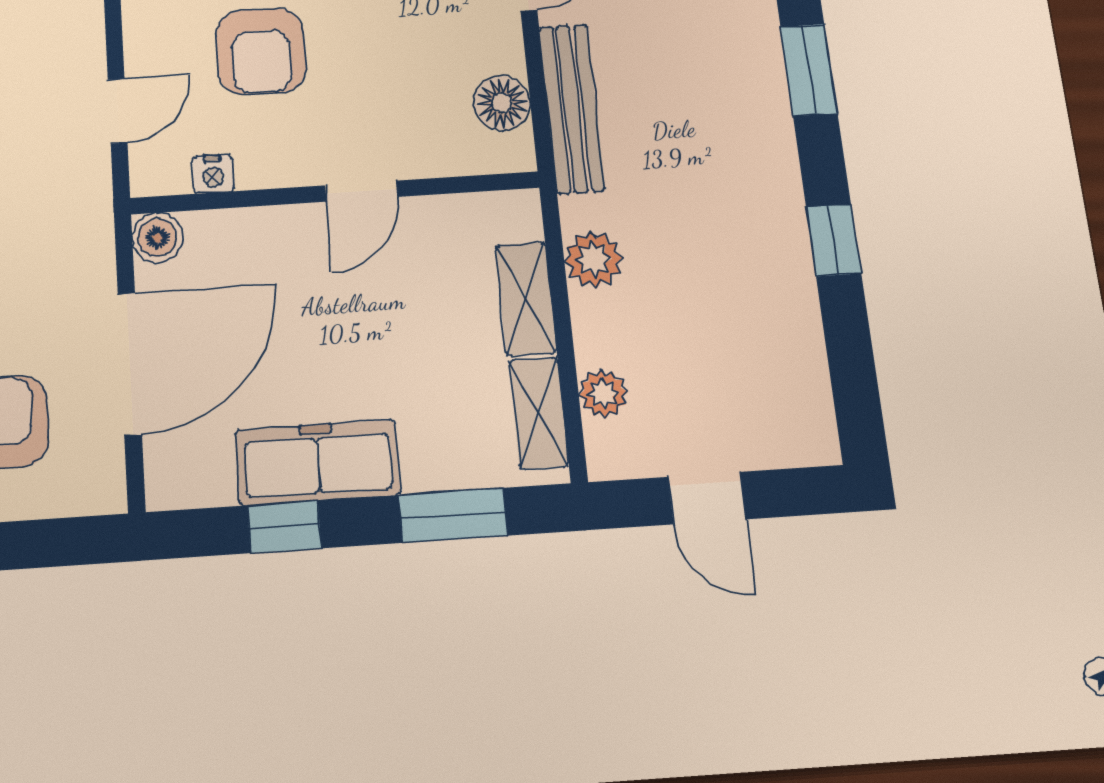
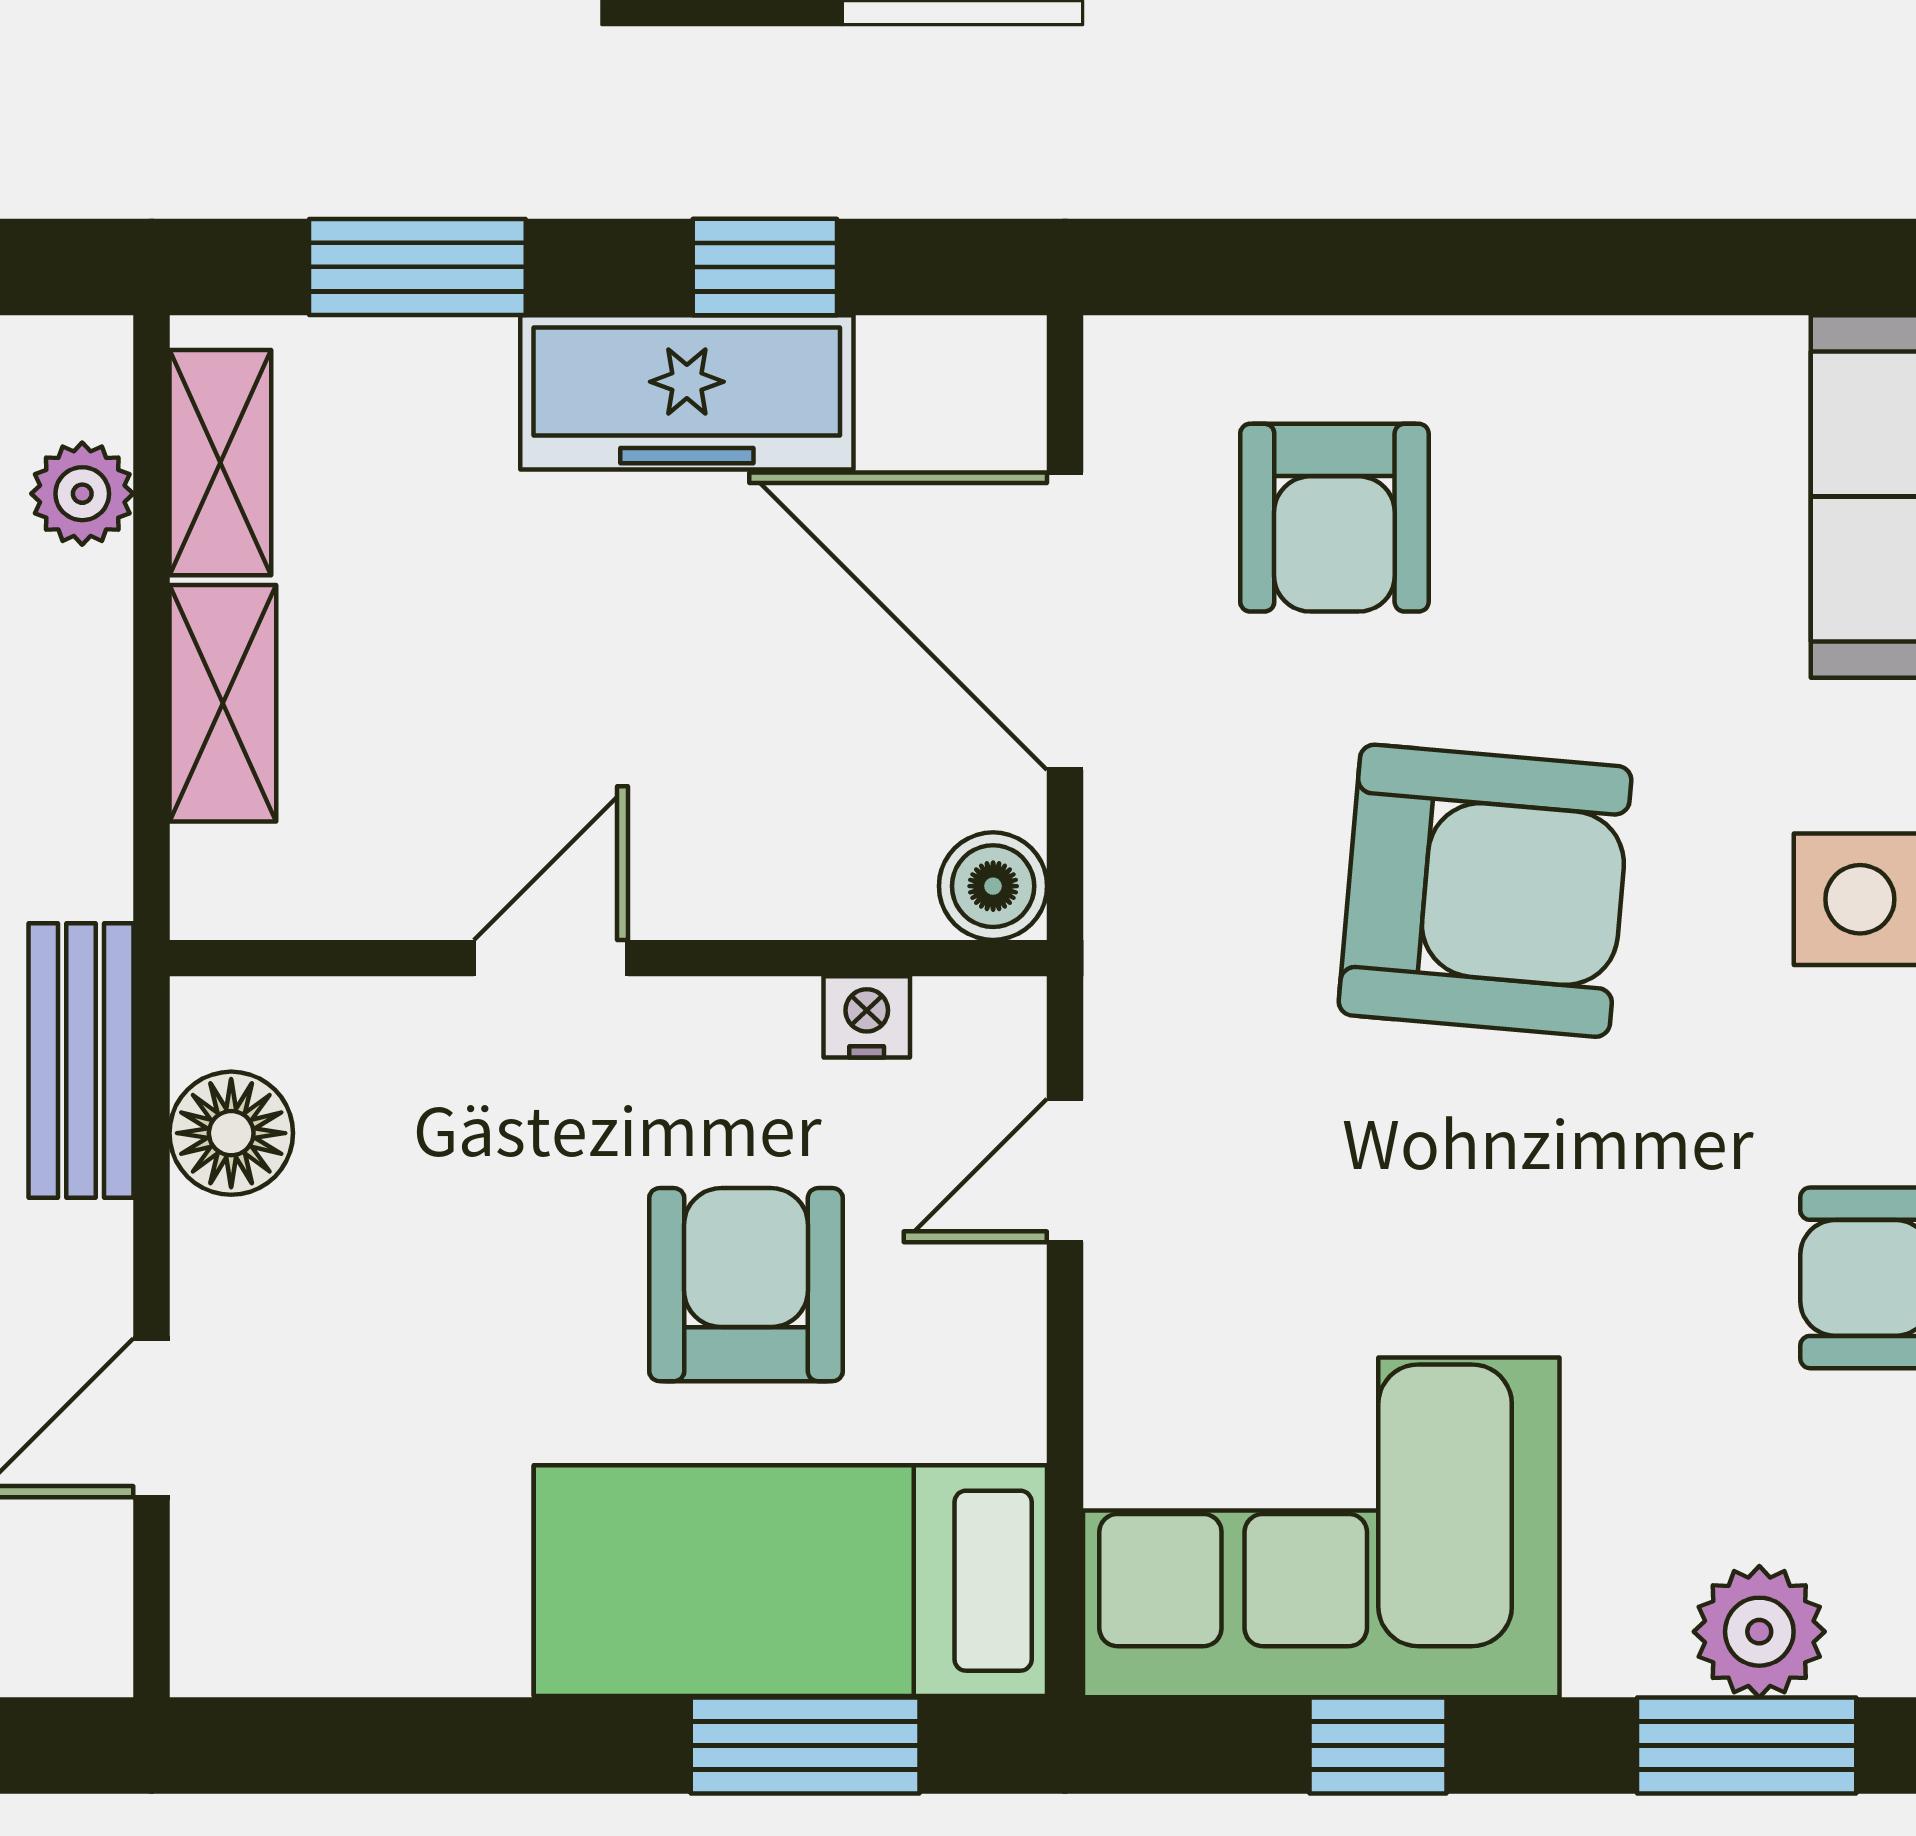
bench: (572, 108) -> (81, 1061), width x0.73
plant: (593, 259) -> (71, 777), removed
door: (130, 364) -> (1065, 621), hinge flipped

